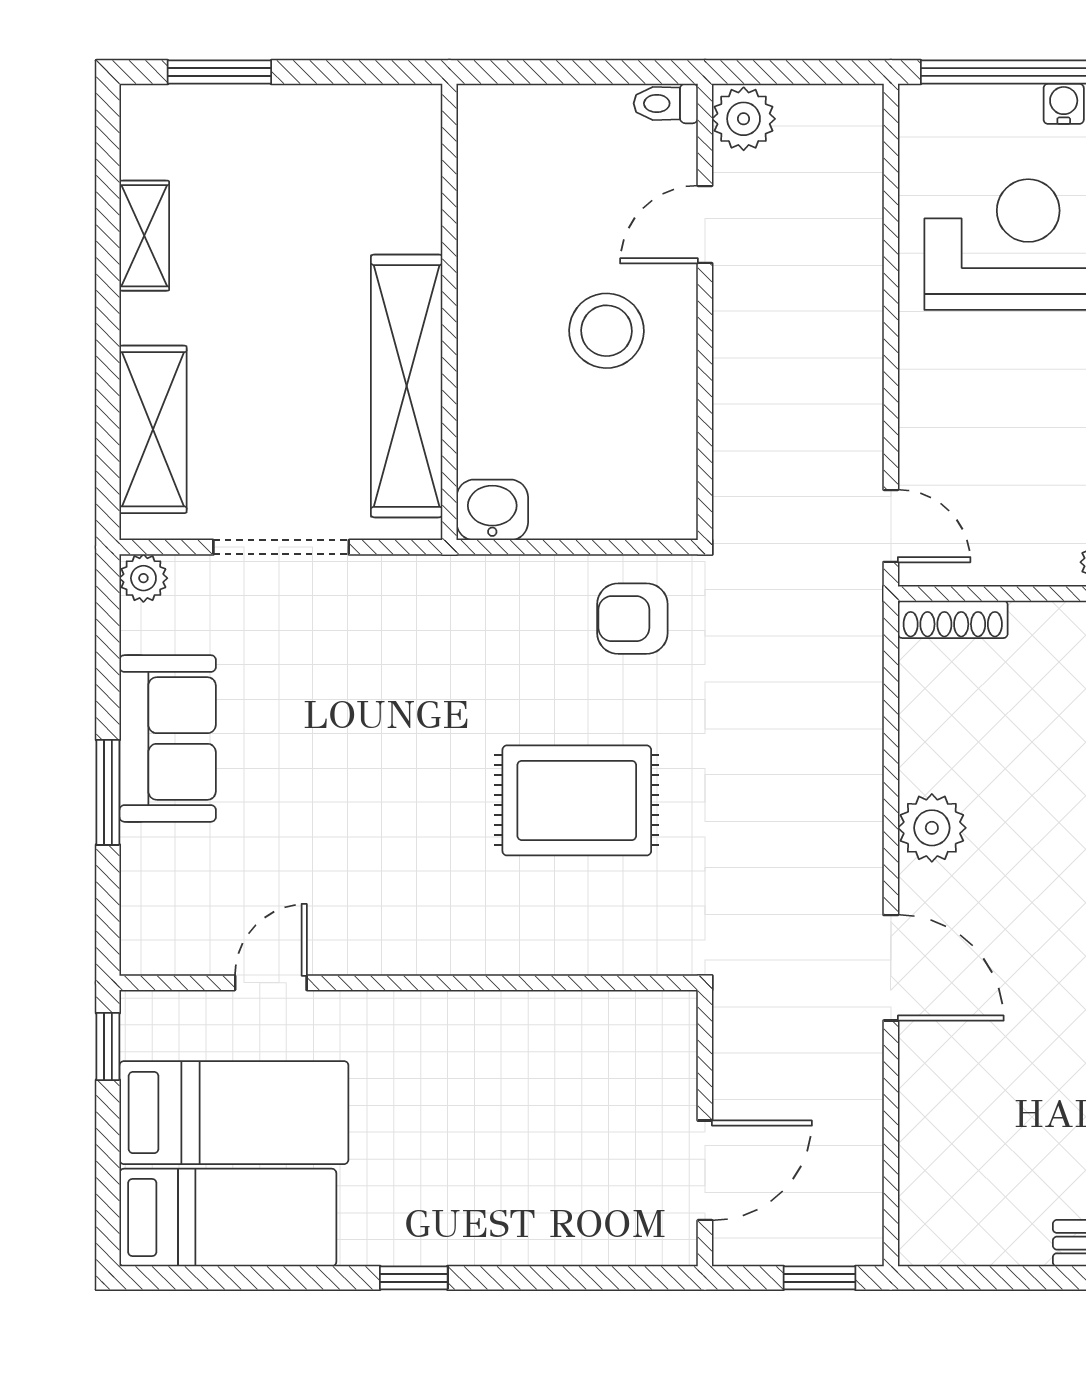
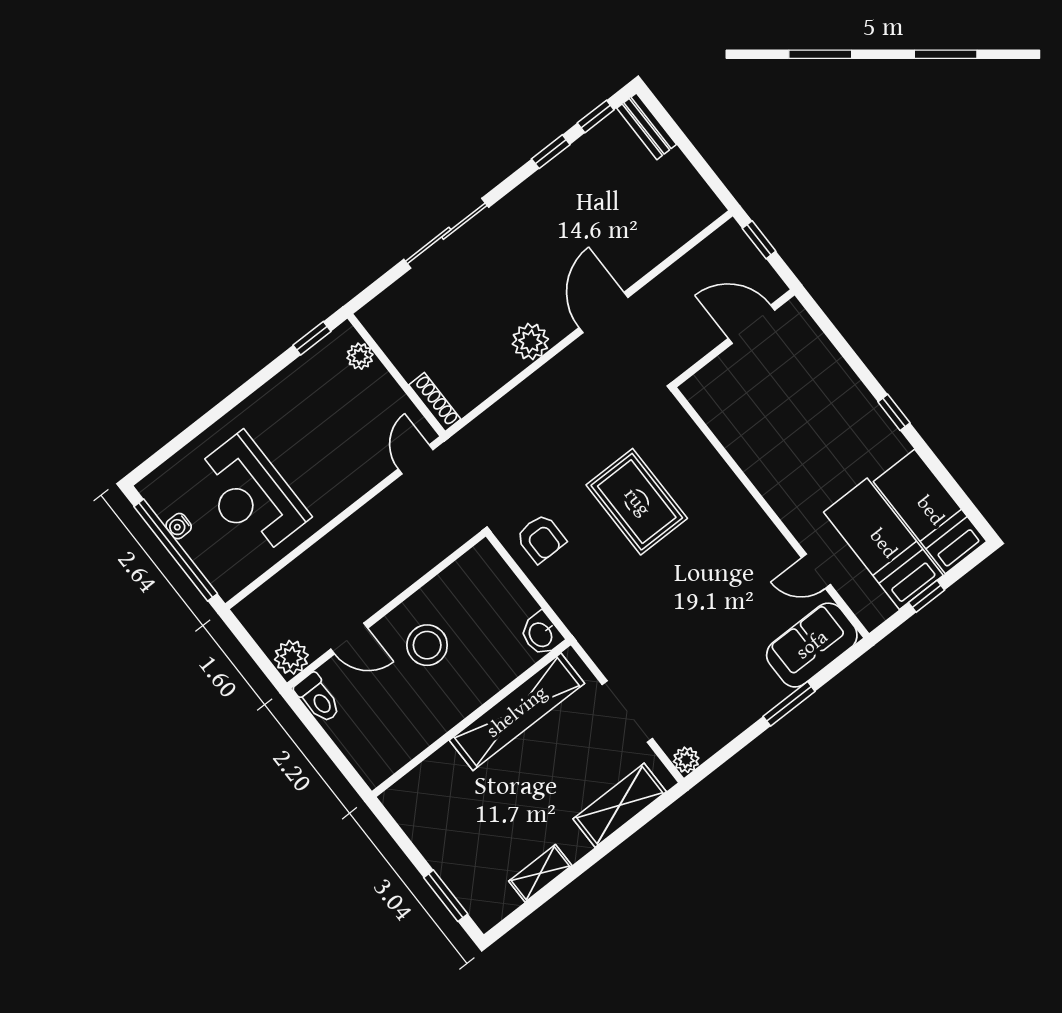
toilet: (666, 103) -> (318, 698), width x1.37, depth x1.39
sofa: (168, 738) -> (812, 645), moved
window: (108, 1047) -> (927, 596), moved

